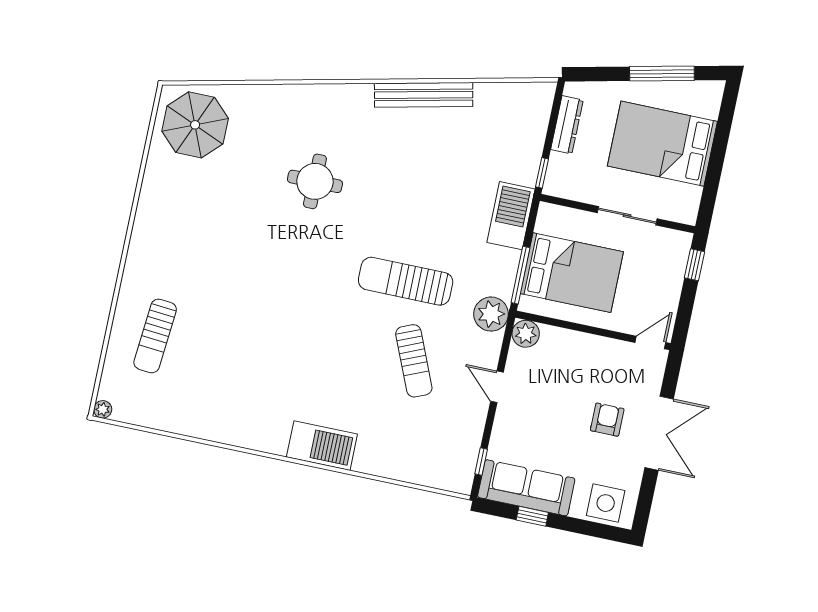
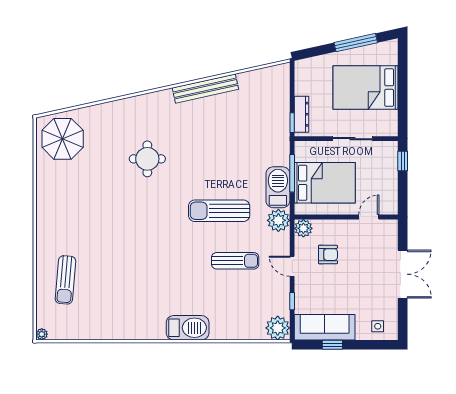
dresser: (567, 125) -> (302, 114), moved
barbecue: (511, 216) -> (278, 187), moved
window: (520, 275) -> (292, 173), moved
door: (650, 342) -> (369, 217), moved
sun lounger: (414, 361) -> (235, 261), turned -67
armchair: (607, 420) -> (328, 255), moved, turned 90
window: (481, 461) -> (292, 301), moved
plant: (456, 474) -> (278, 328), added
side table: (606, 503) -> (378, 326), width x0.54, depth x0.54

